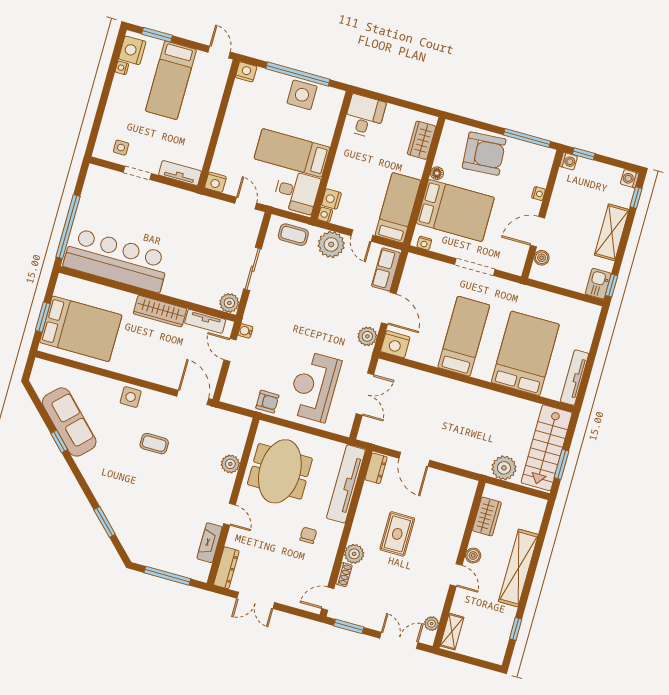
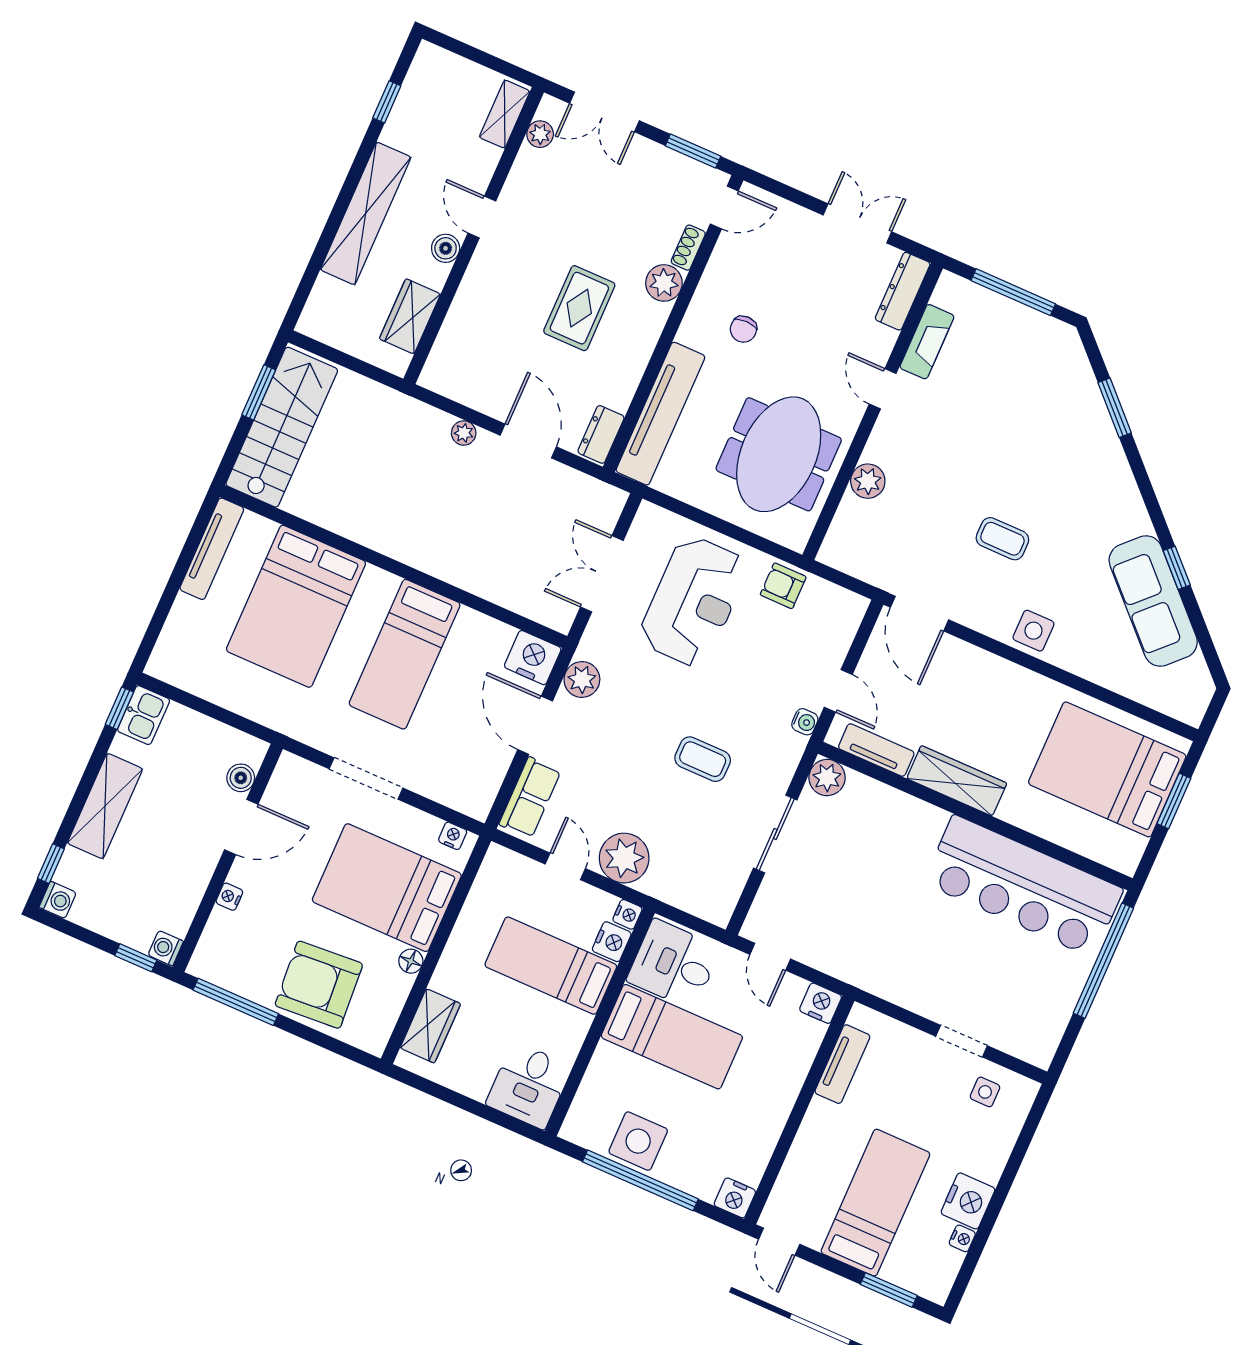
nightstand: (132, 50) -> (968, 1201), moved
tv unit: (180, 173) -> (842, 1064), moved, turned -90
bed: (398, 208) -> (551, 966), moved, turned 90
coffee table: (293, 235) -> (703, 759), moved
plant: (504, 468) -> (464, 433), moved, width x0.53, depth x0.53

